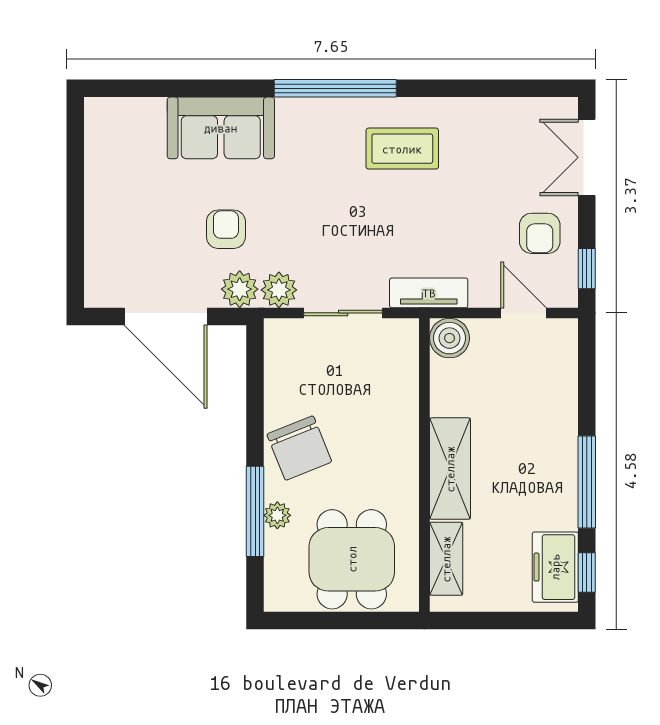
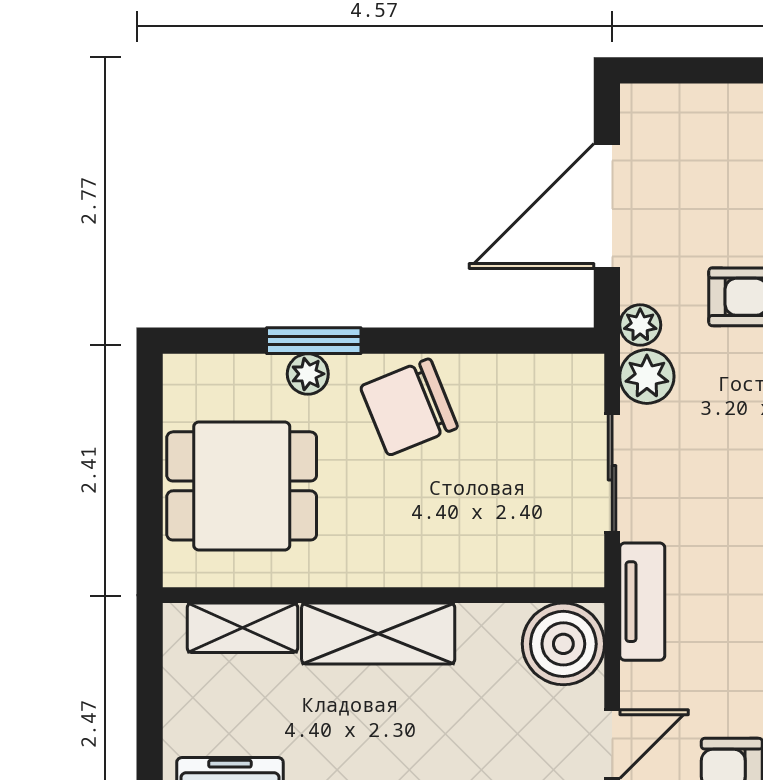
plant: (240, 289) -> (640, 325), width x0.73, depth x0.73
boiler: (450, 338) -> (563, 644), width x1.37, depth x1.37
window: (255, 511) -> (314, 341), width x0.69

